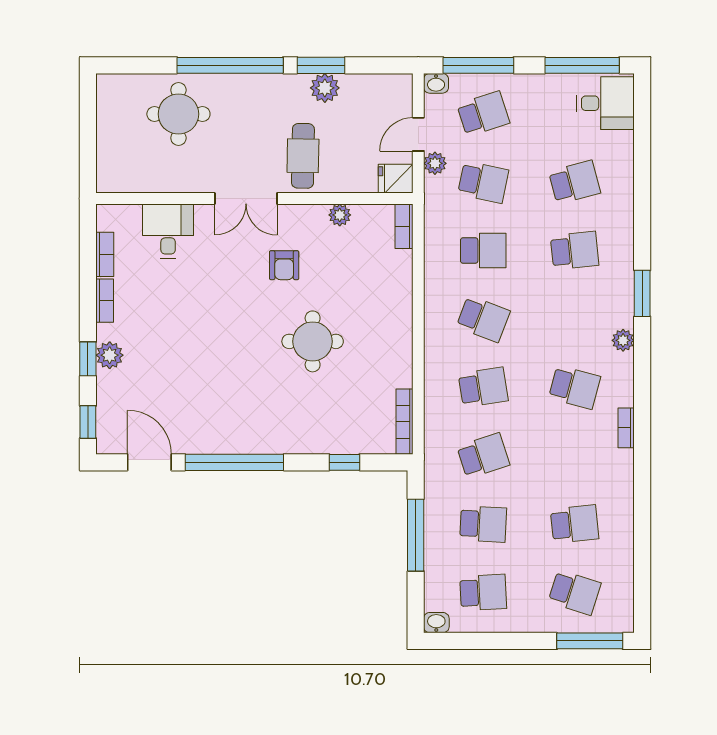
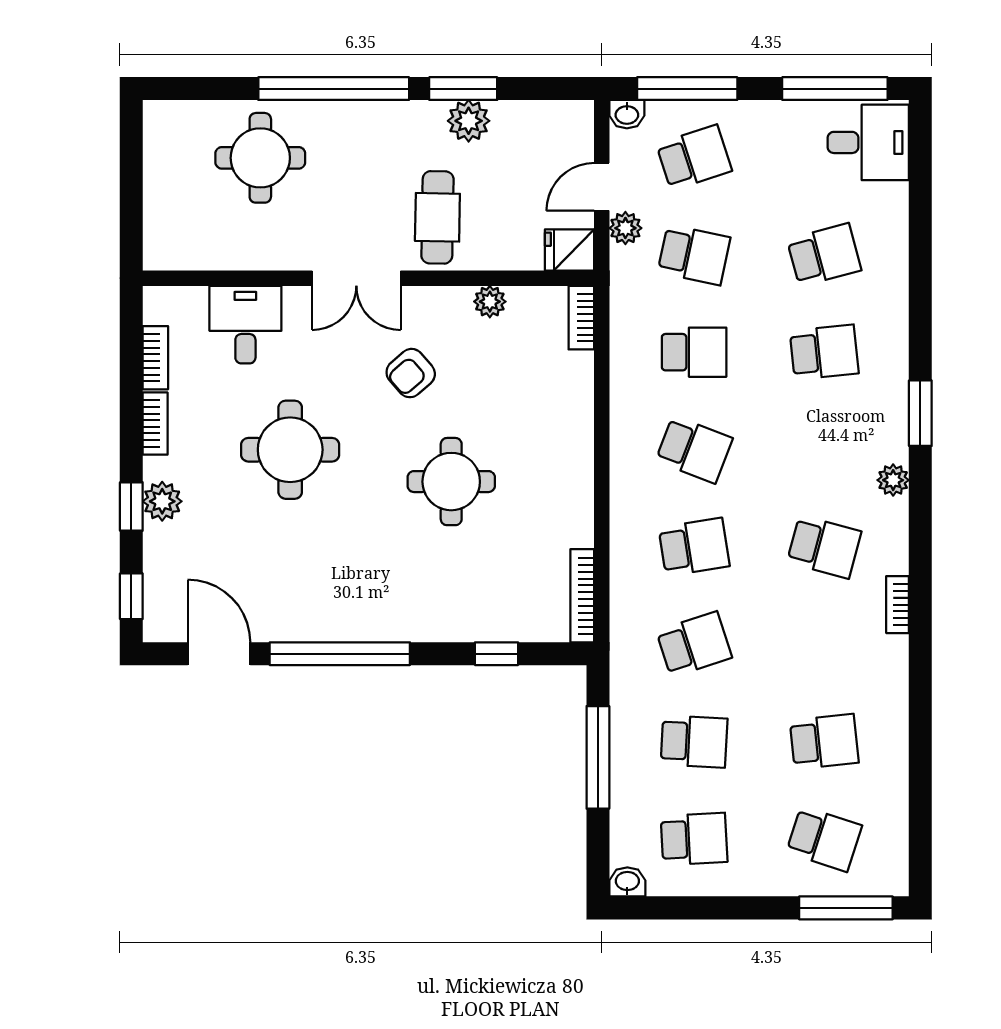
armchair: (284, 265) -> (411, 373), turned 49
round table: (199, 319) -> (290, 450), added

